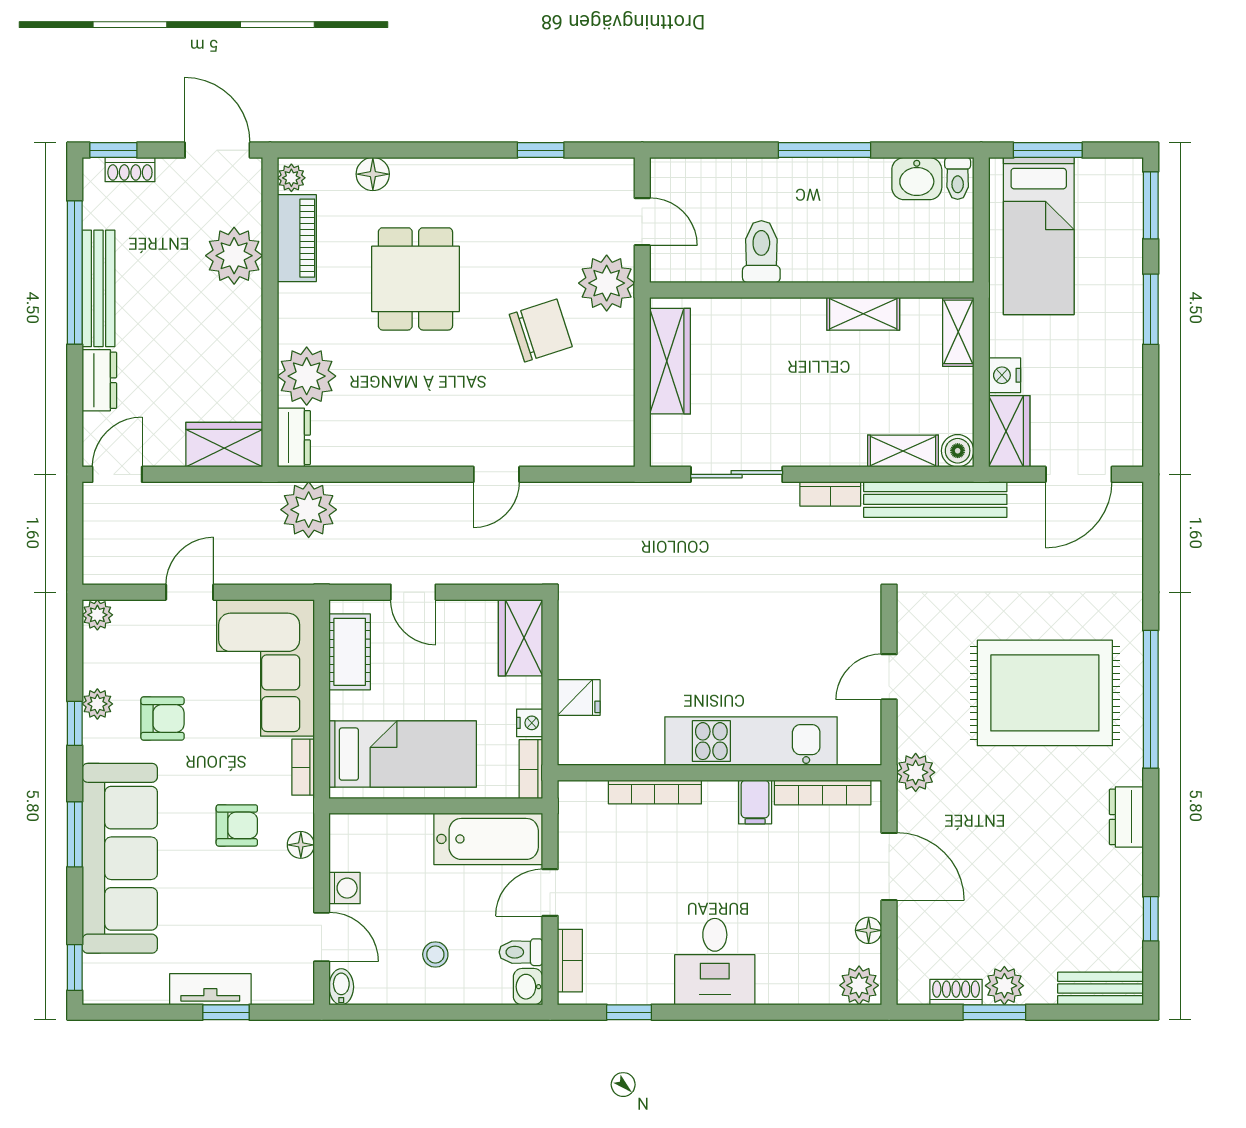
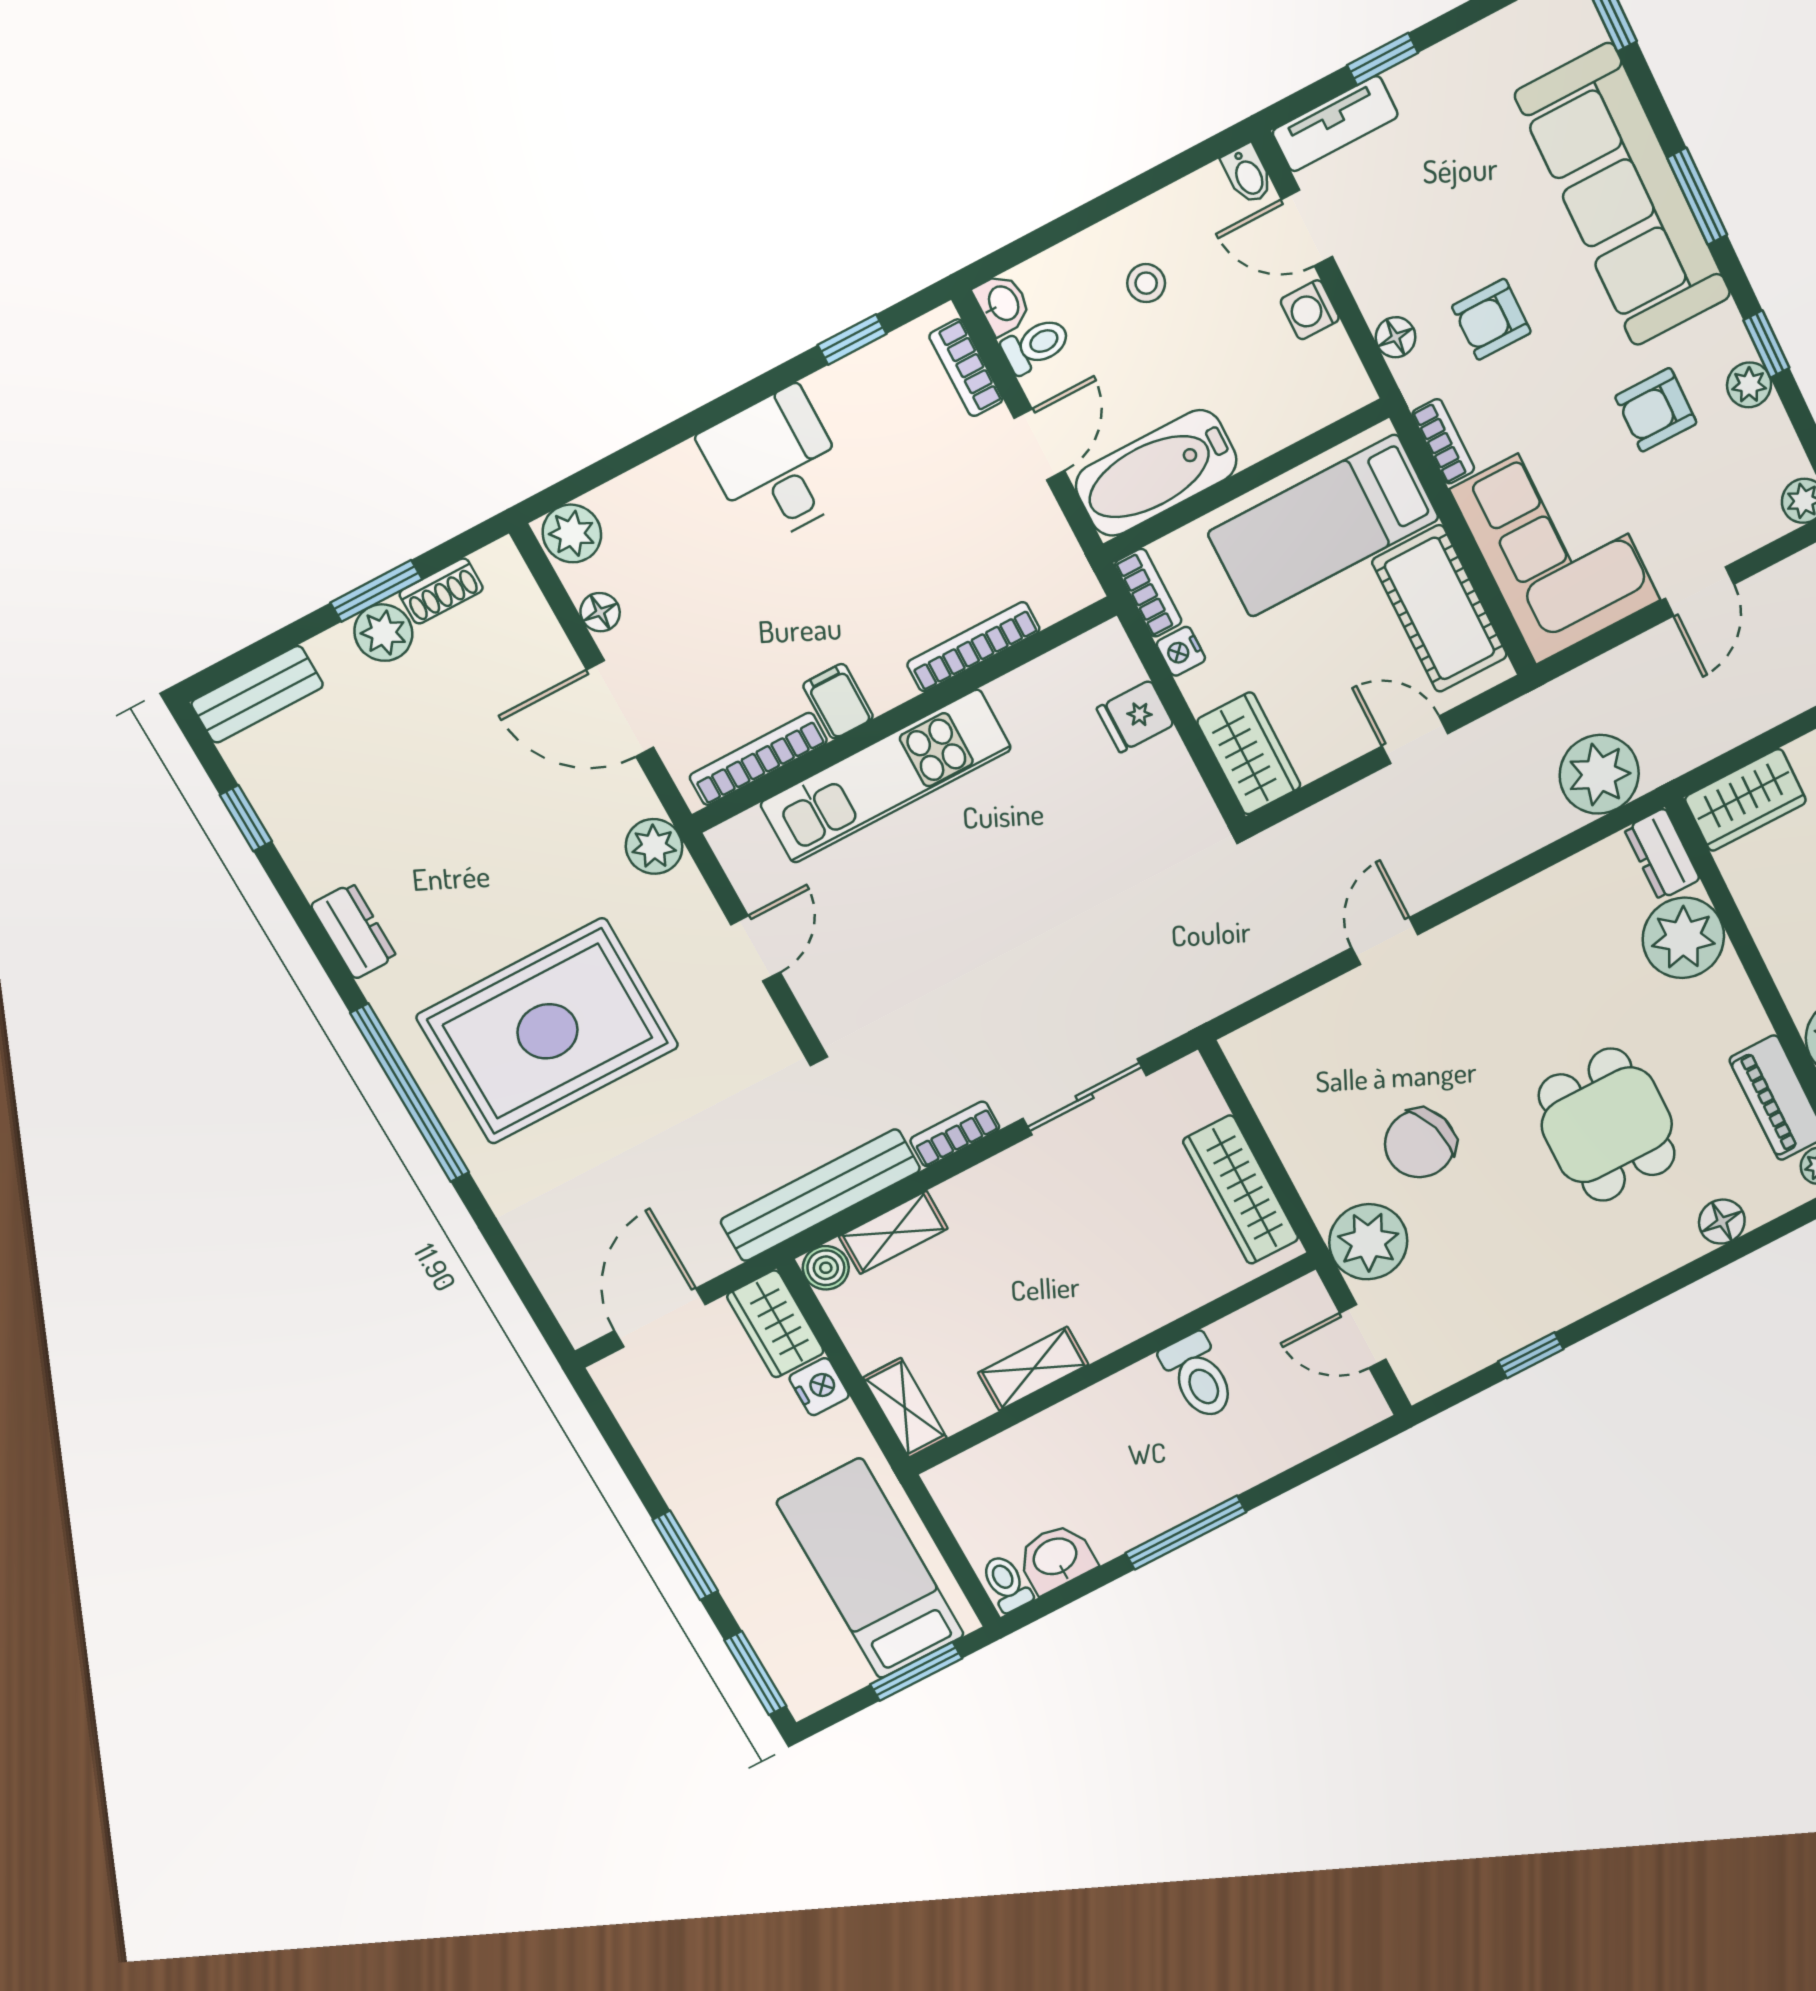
cot: (350, 652) -> (1440, 609), width x1.37, depth x1.34
tv unit: (210, 989) -> (1335, 124), moved

